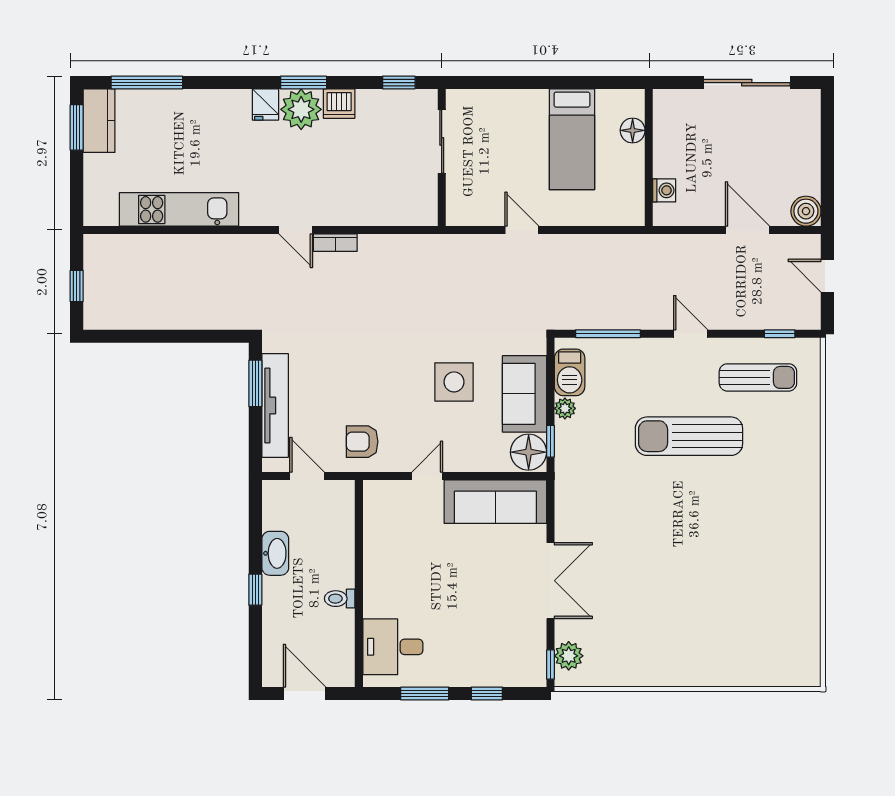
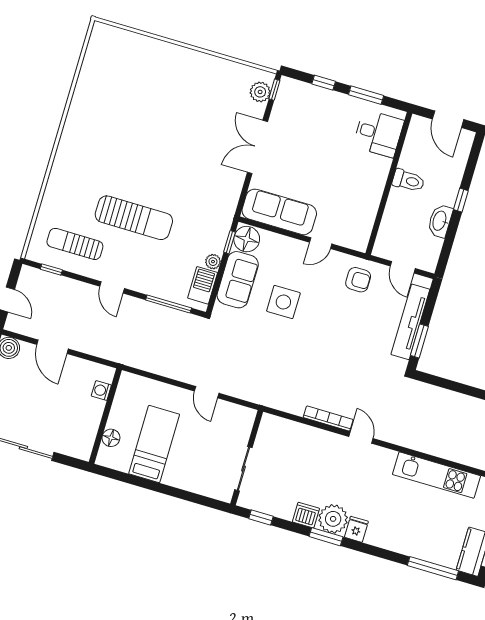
bookcase: (335, 243) -> (328, 418), width x1.56
toilet: (340, 599) -> (408, 181), width x1.37, depth x1.39

